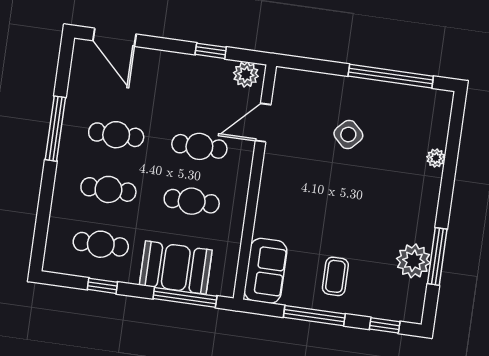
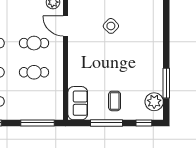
door: (263, 123) -> (66, 26), hinge flipped
plant: (436, 158) -> (158, 32), removed
plant: (413, 261) -> (154, 102), moved
booth: (176, 268) -> (31, 108), removed

